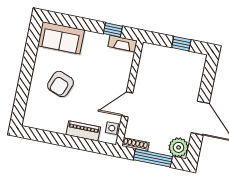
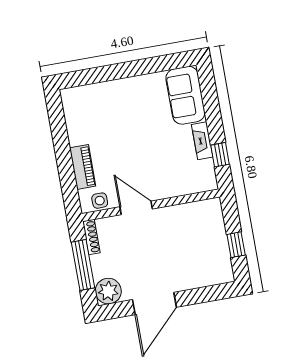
fireplace: (123, 44) -> (202, 141), moved
armchair: (61, 84) -> (129, 117), removed

